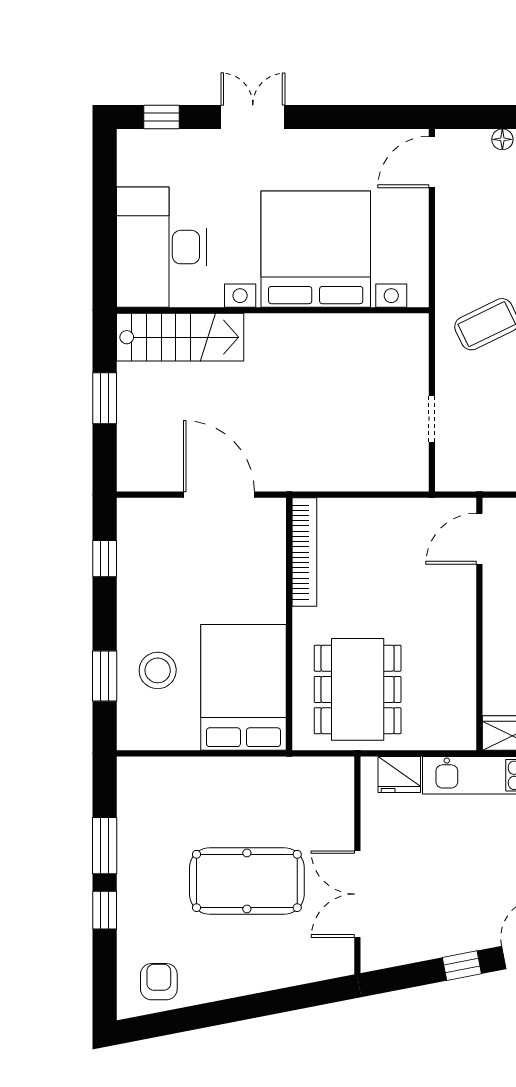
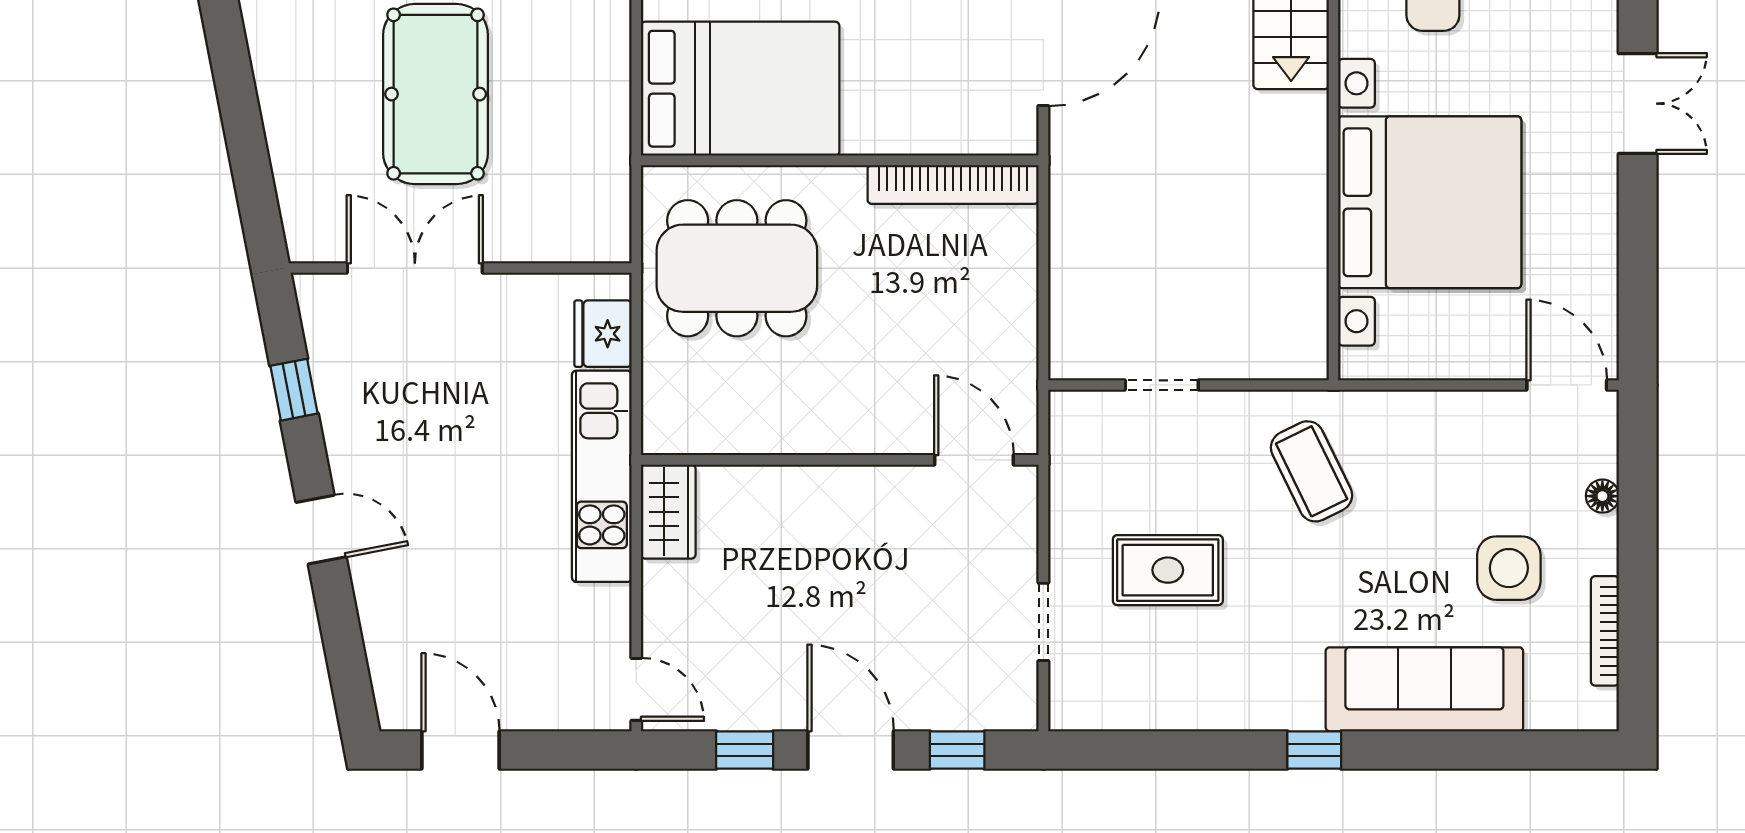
window: (462, 966) -> (294, 390), moved

